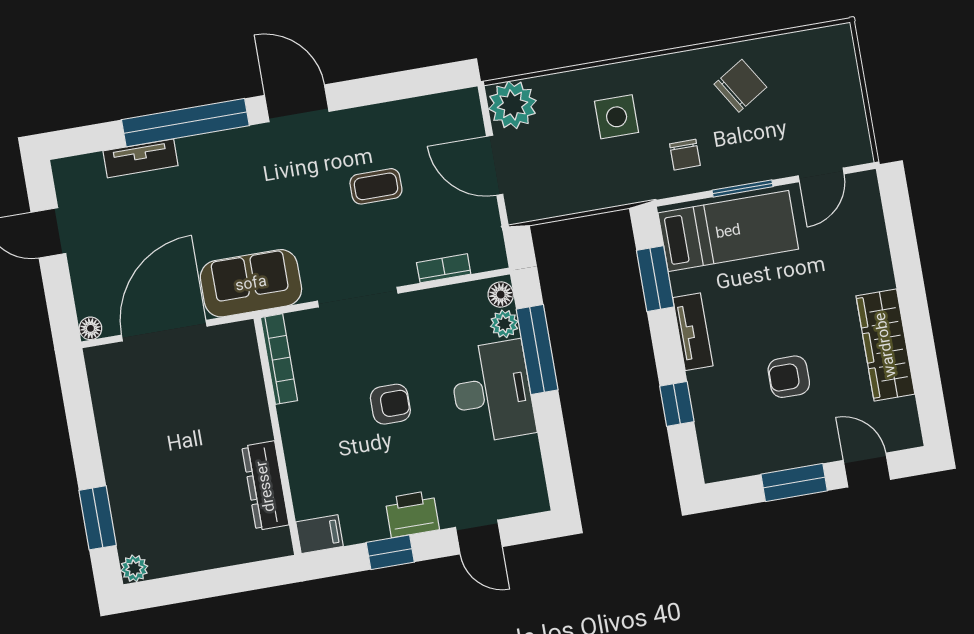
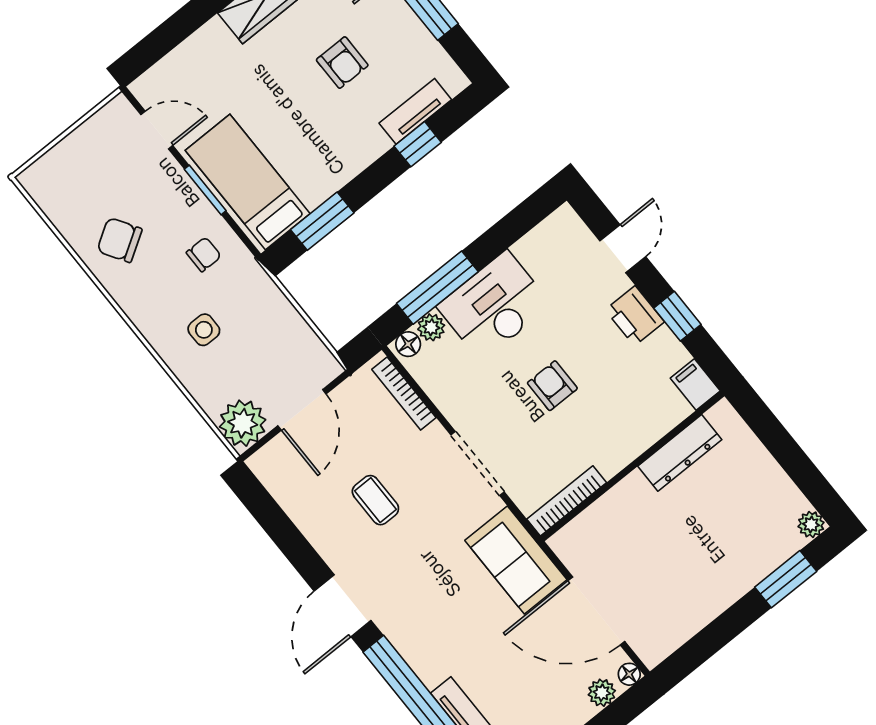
side table: (617, 117) -> (204, 330), width x0.73, depth x0.73
bookcase: (444, 268) -> (404, 394), width x1.56
plant: (88, 294) -> (602, 693), added
tv unit: (693, 332) -> (415, 111), moved

